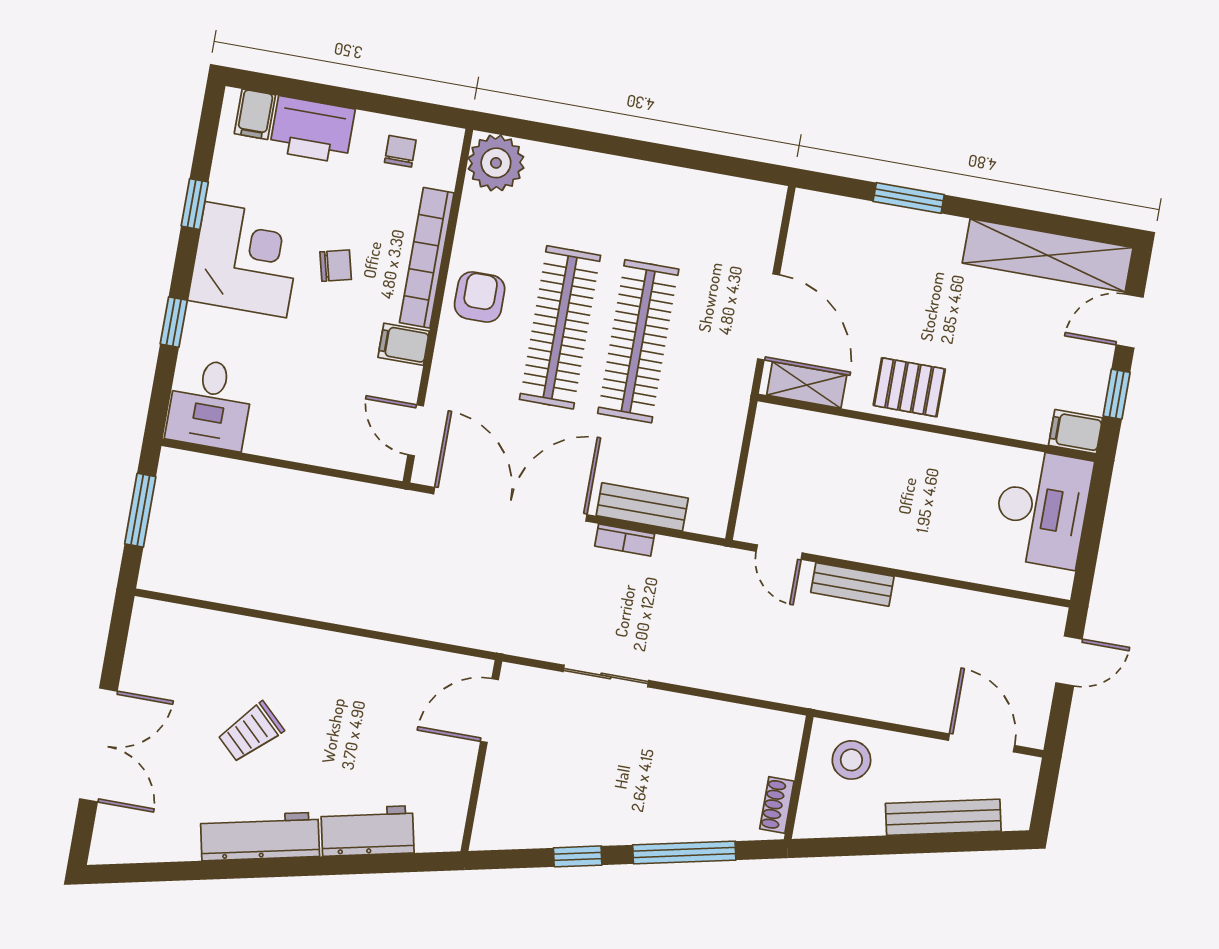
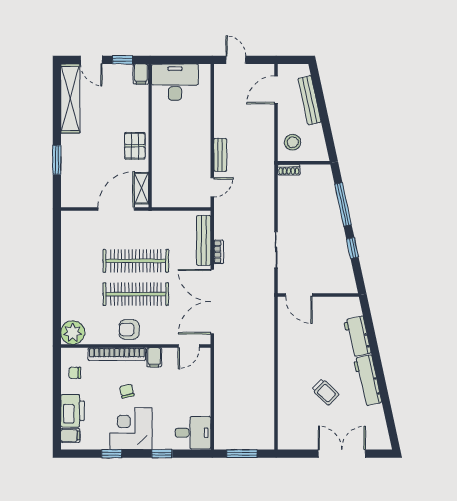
bench: (642, 507) -> (204, 240), width x1.36
shoe rack: (777, 805) -> (289, 170), moved

